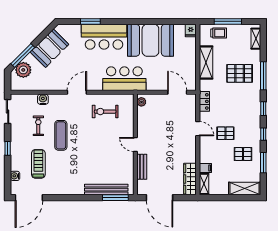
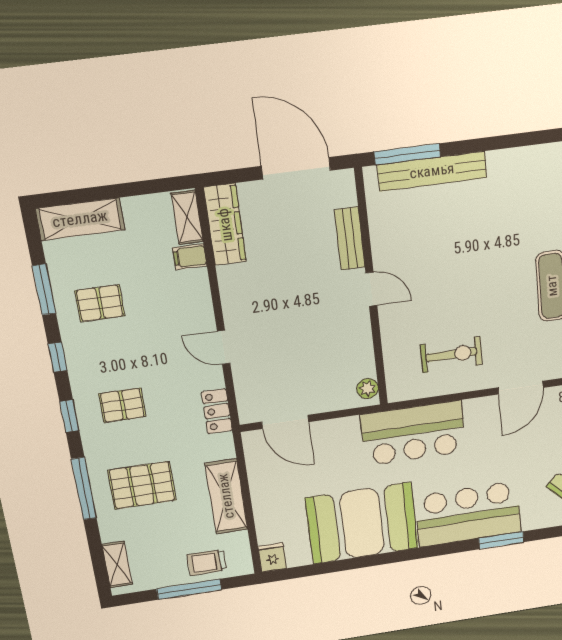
pallet: (225, 133) -> (122, 405), moved

